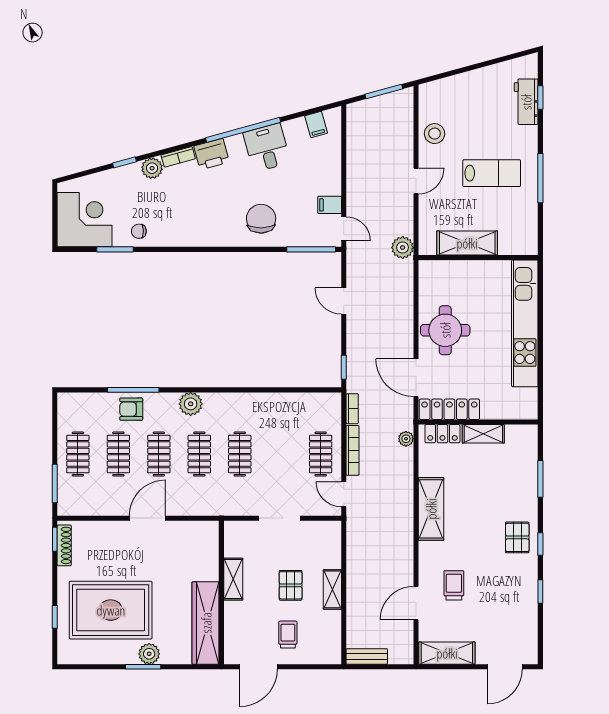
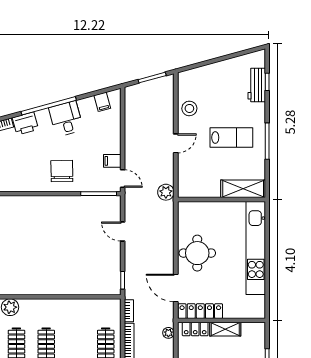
shelving: (467, 243) -> (243, 189), moved

